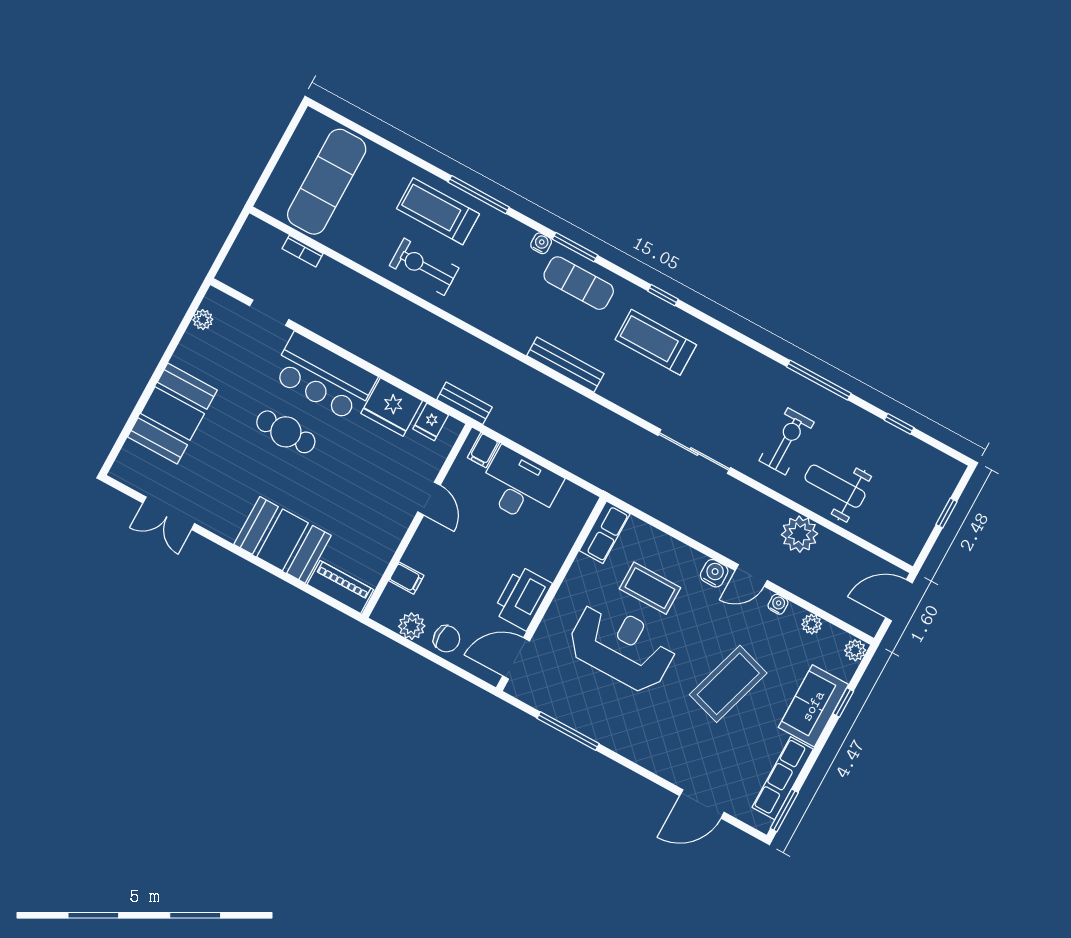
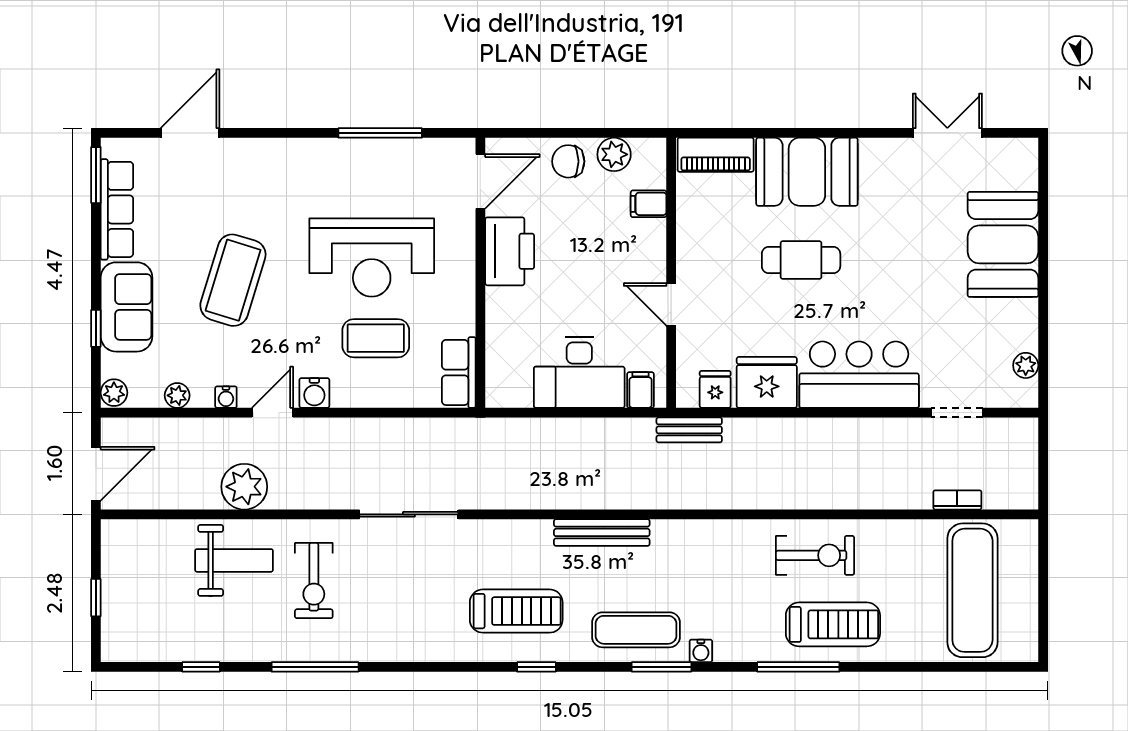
cafe table: (286, 432) -> (801, 260), moved

